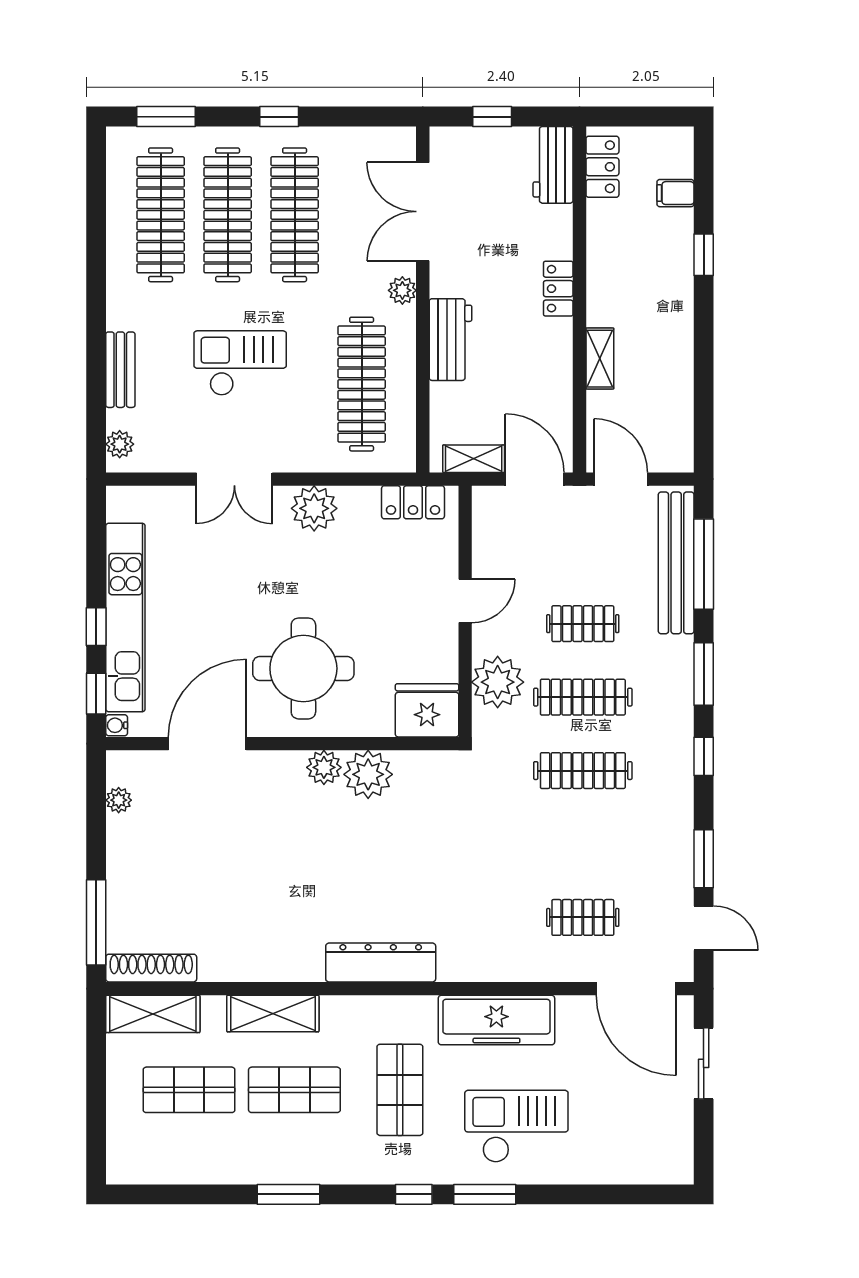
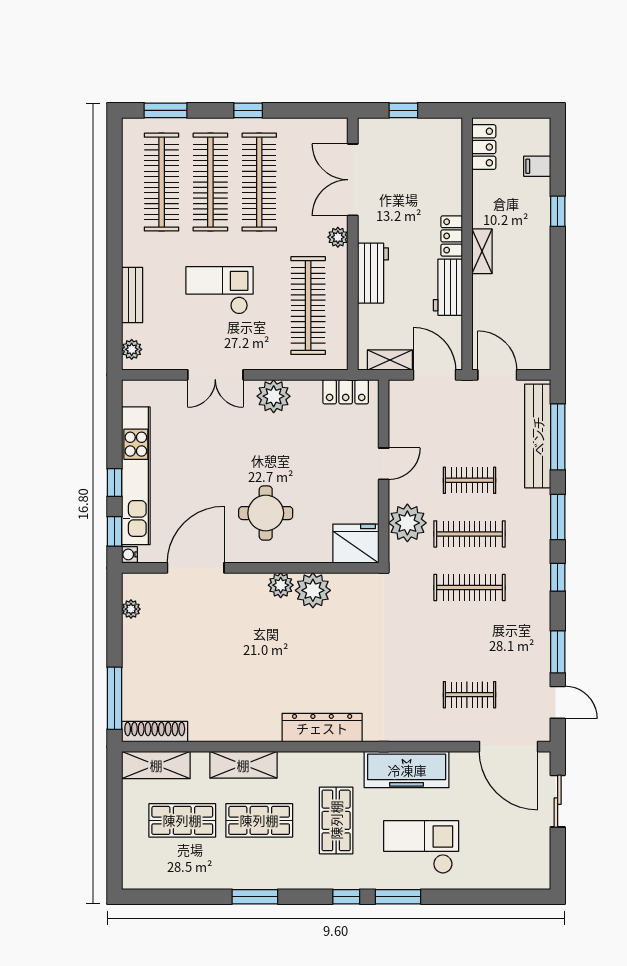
workbench: (553, 165) -> (448, 287), moved
shelving: (600, 359) -> (482, 251), moved
round table: (303, 668) -> (266, 513), width x0.73, depth x0.73

